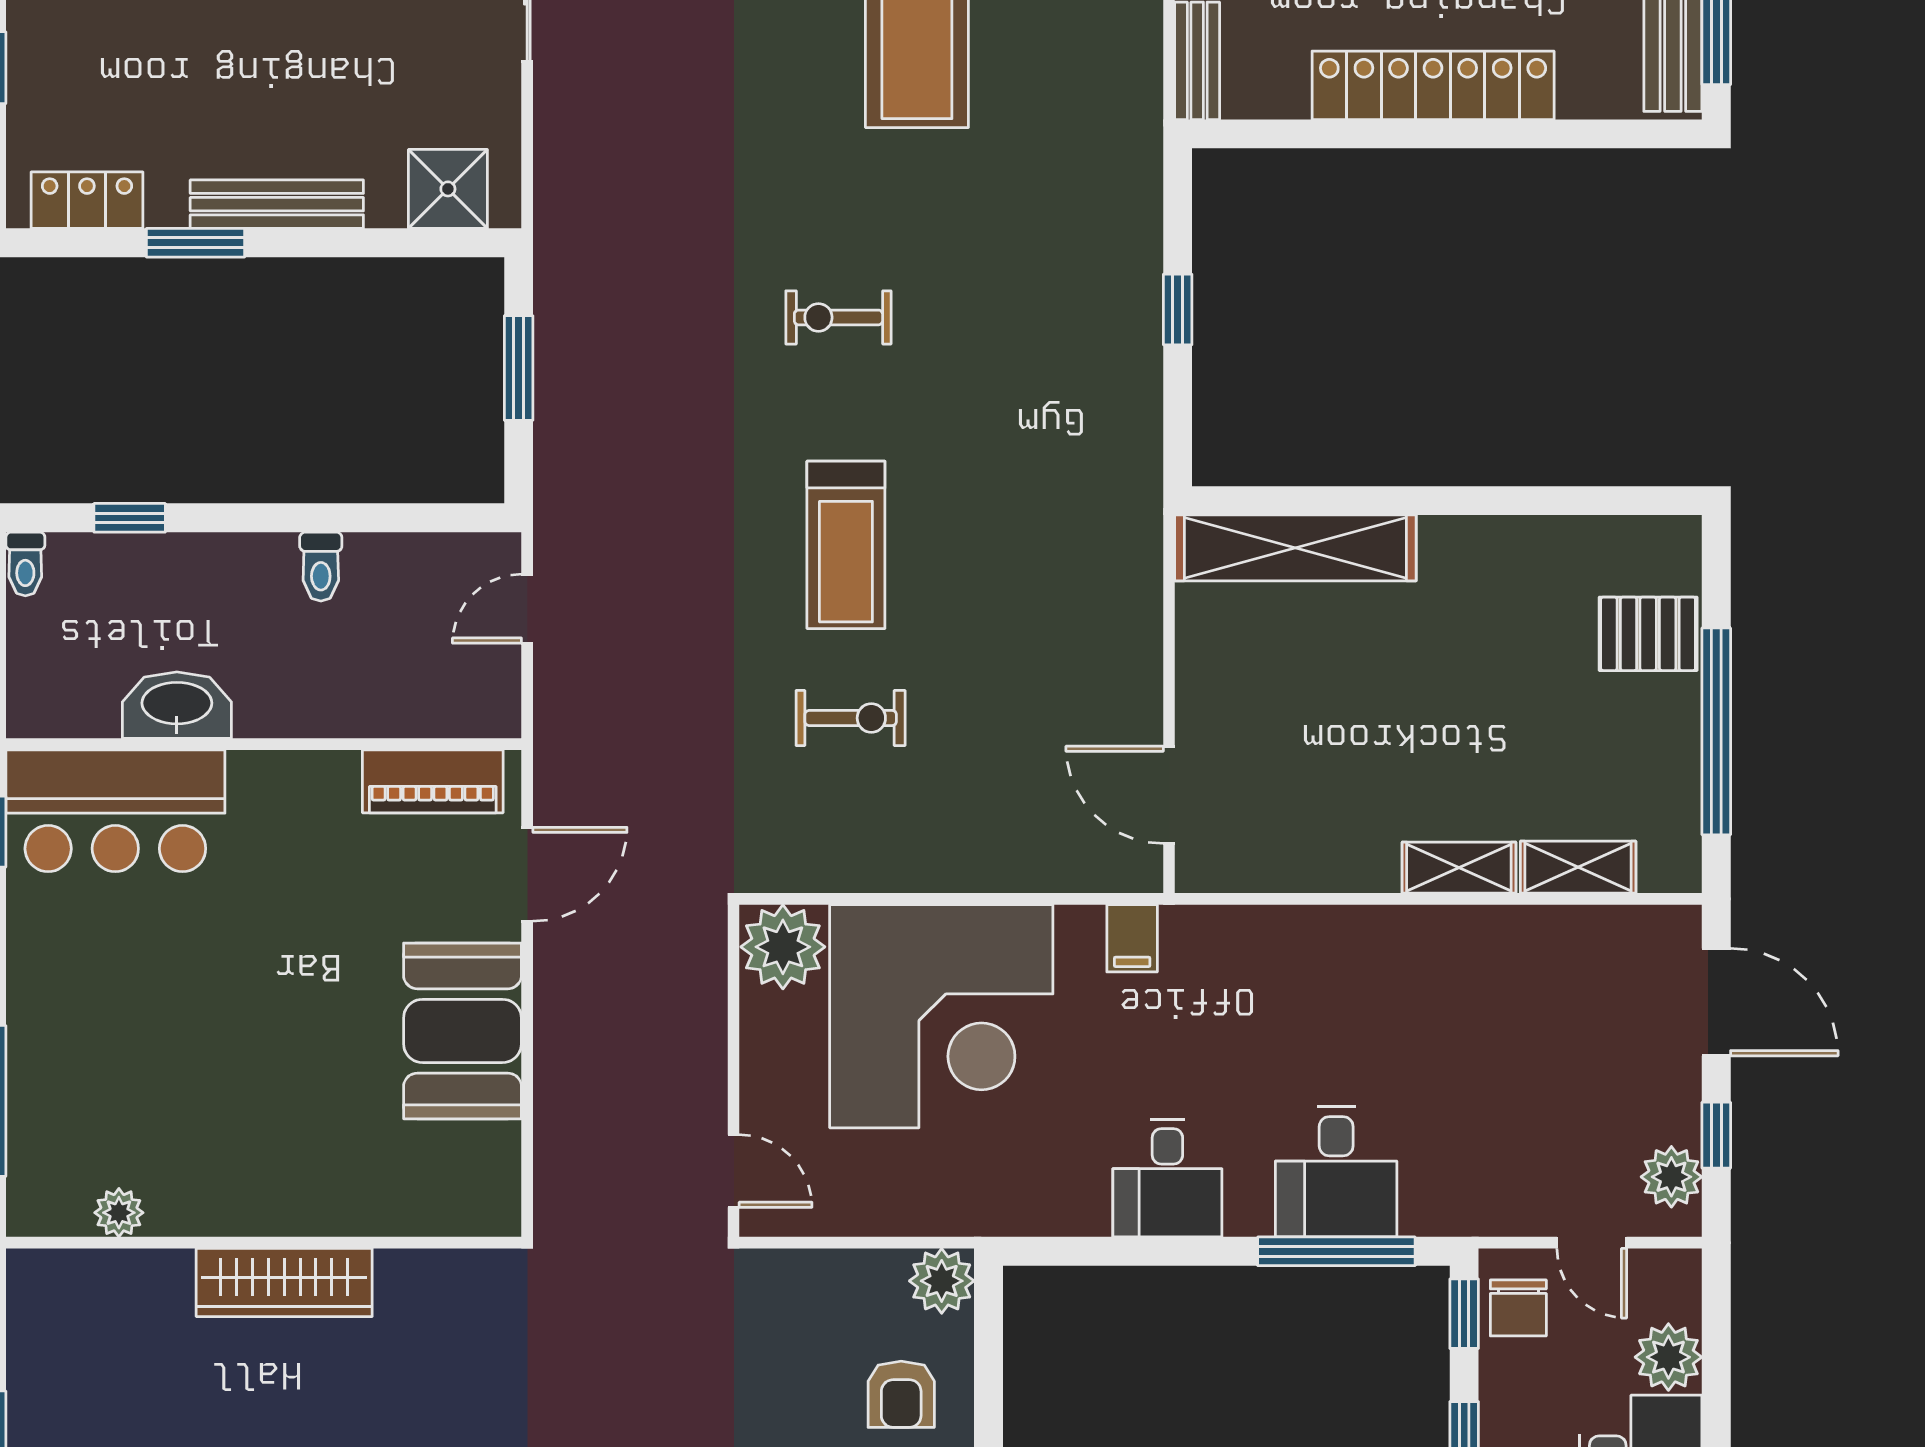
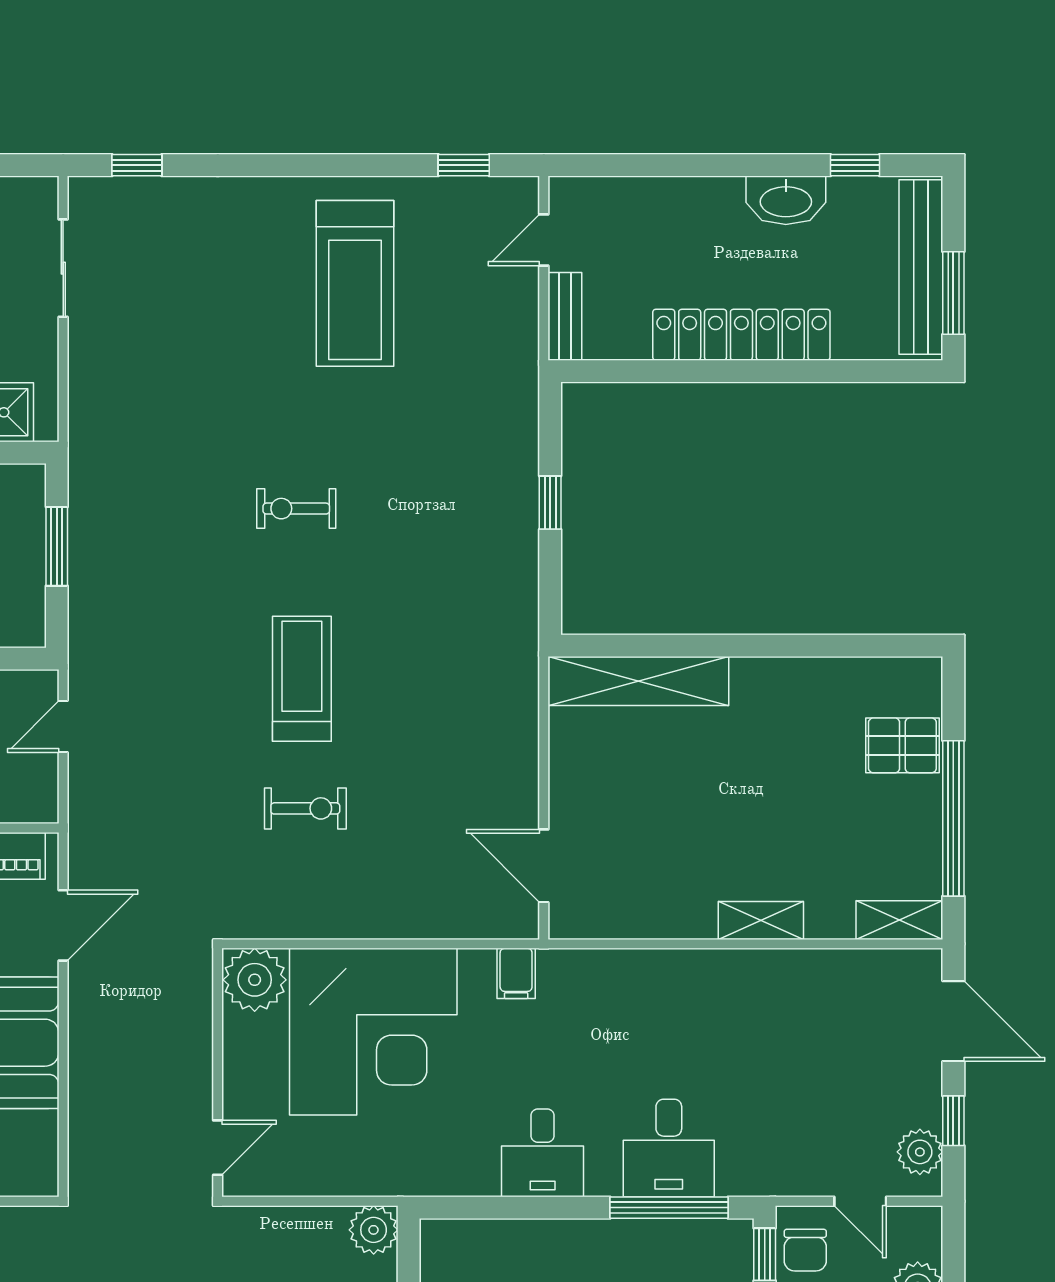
treadmill: (846, 545) -> (302, 679), turned 180
shelving: (1578, 867) -> (899, 920), moved
door: (734, 1171) -> (218, 1148), hinge flipped

